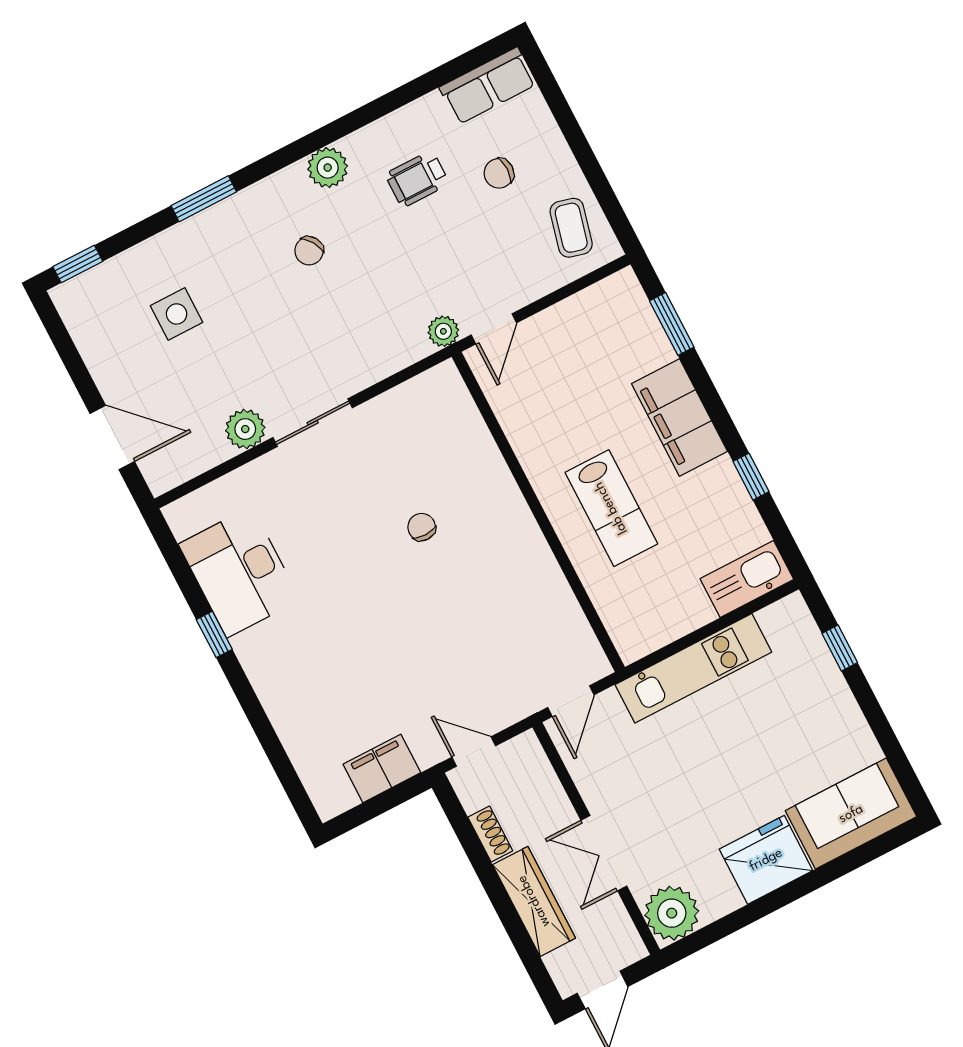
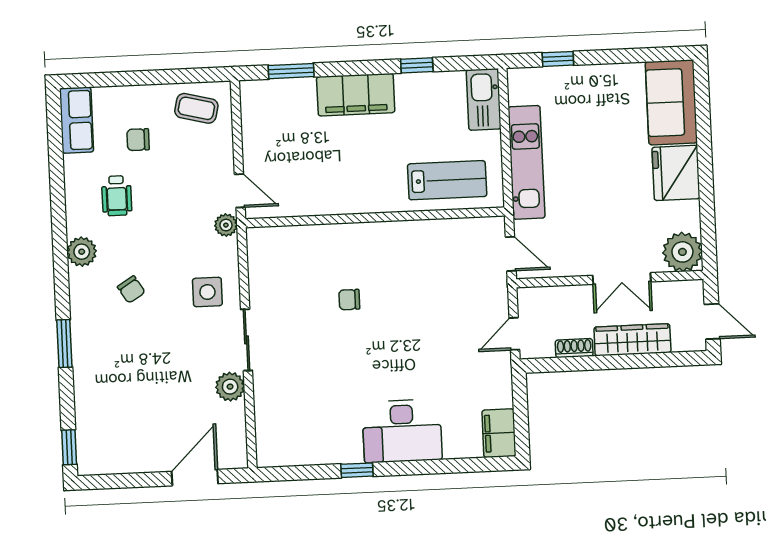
chair: (499, 173) -> (138, 140), turned 90
side table: (177, 314) -> (207, 292), moved
lab bench: (611, 508) -> (447, 180), moved
desk: (239, 572) -> (402, 431), moved
filing cabinet: (382, 768) -> (499, 433), moved

